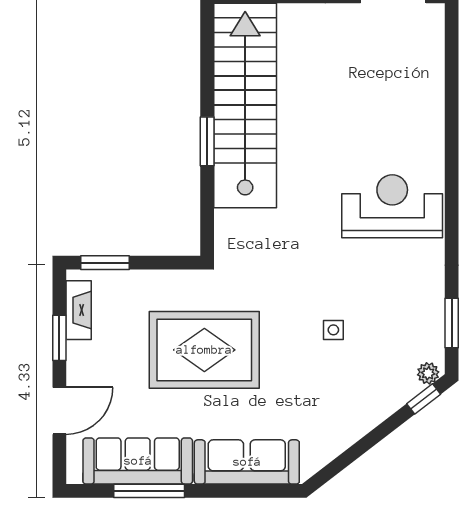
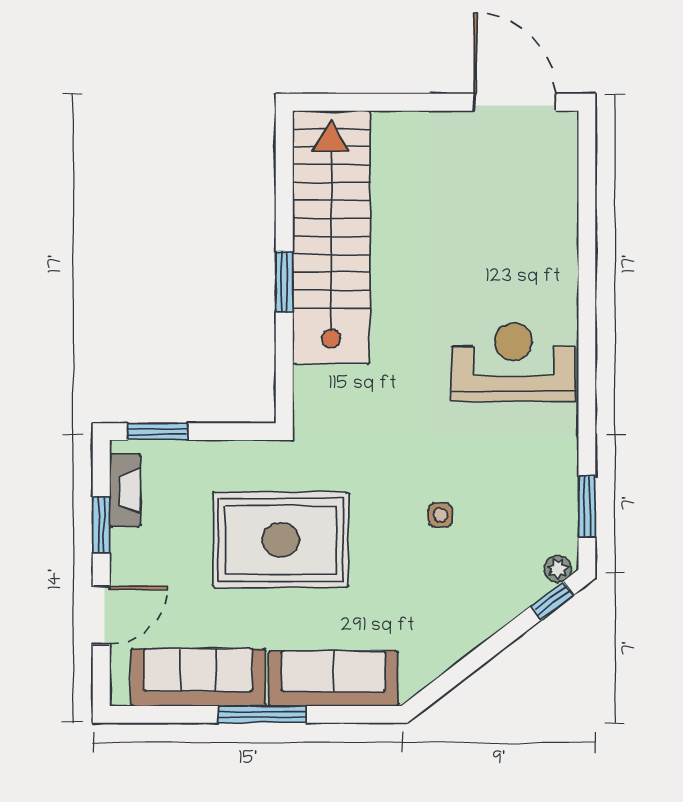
window: (149, 491) -> (262, 714), moved

